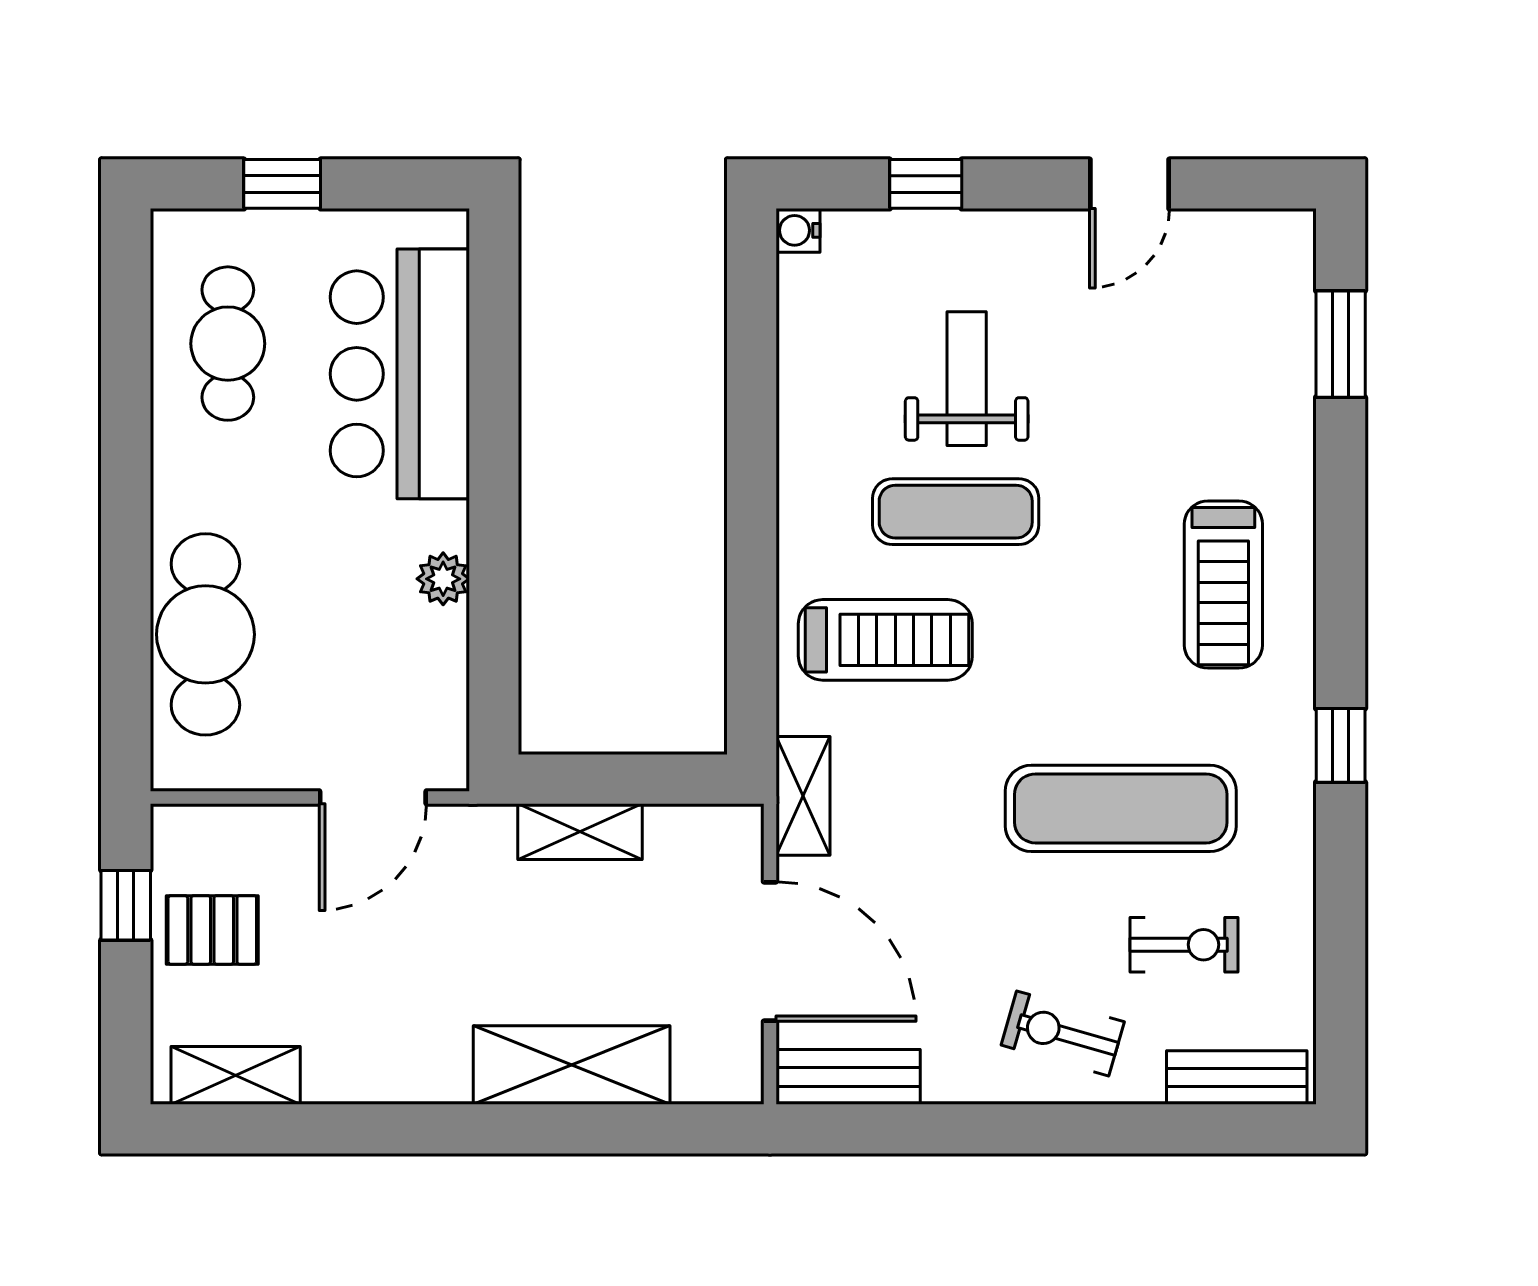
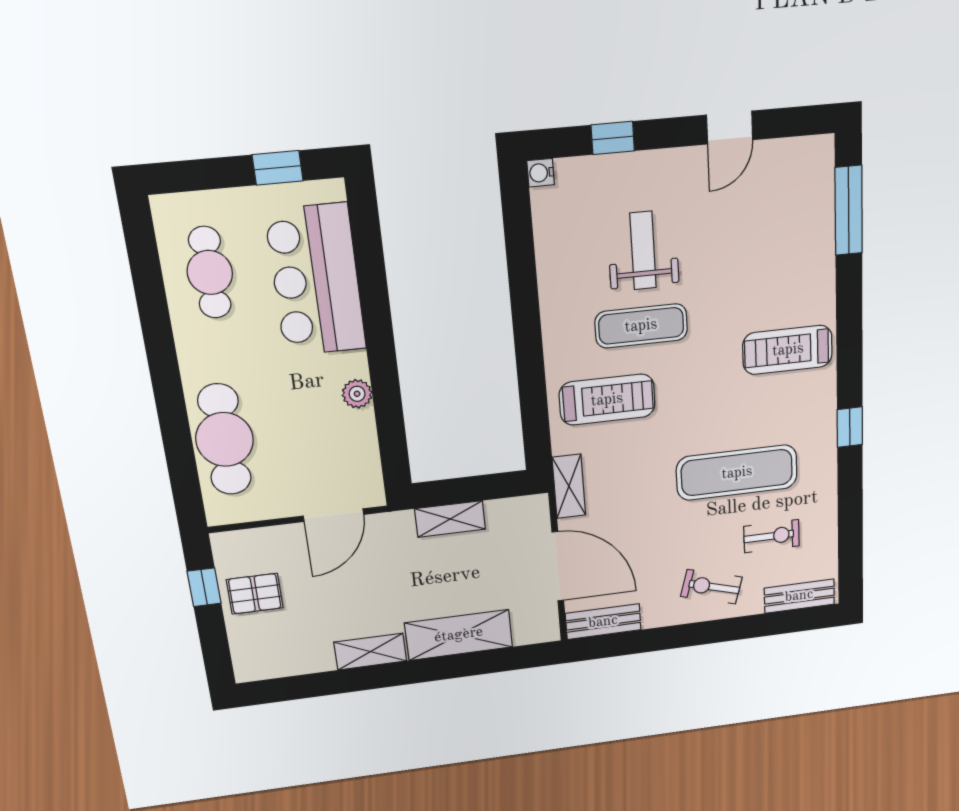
window: (282, 184) -> (278, 168), moved
window: (1341, 344) -> (849, 210), width x1.44
treadmill: (1223, 585) -> (788, 350), turned 90
shelving: (236, 1075) -> (370, 652), moved

